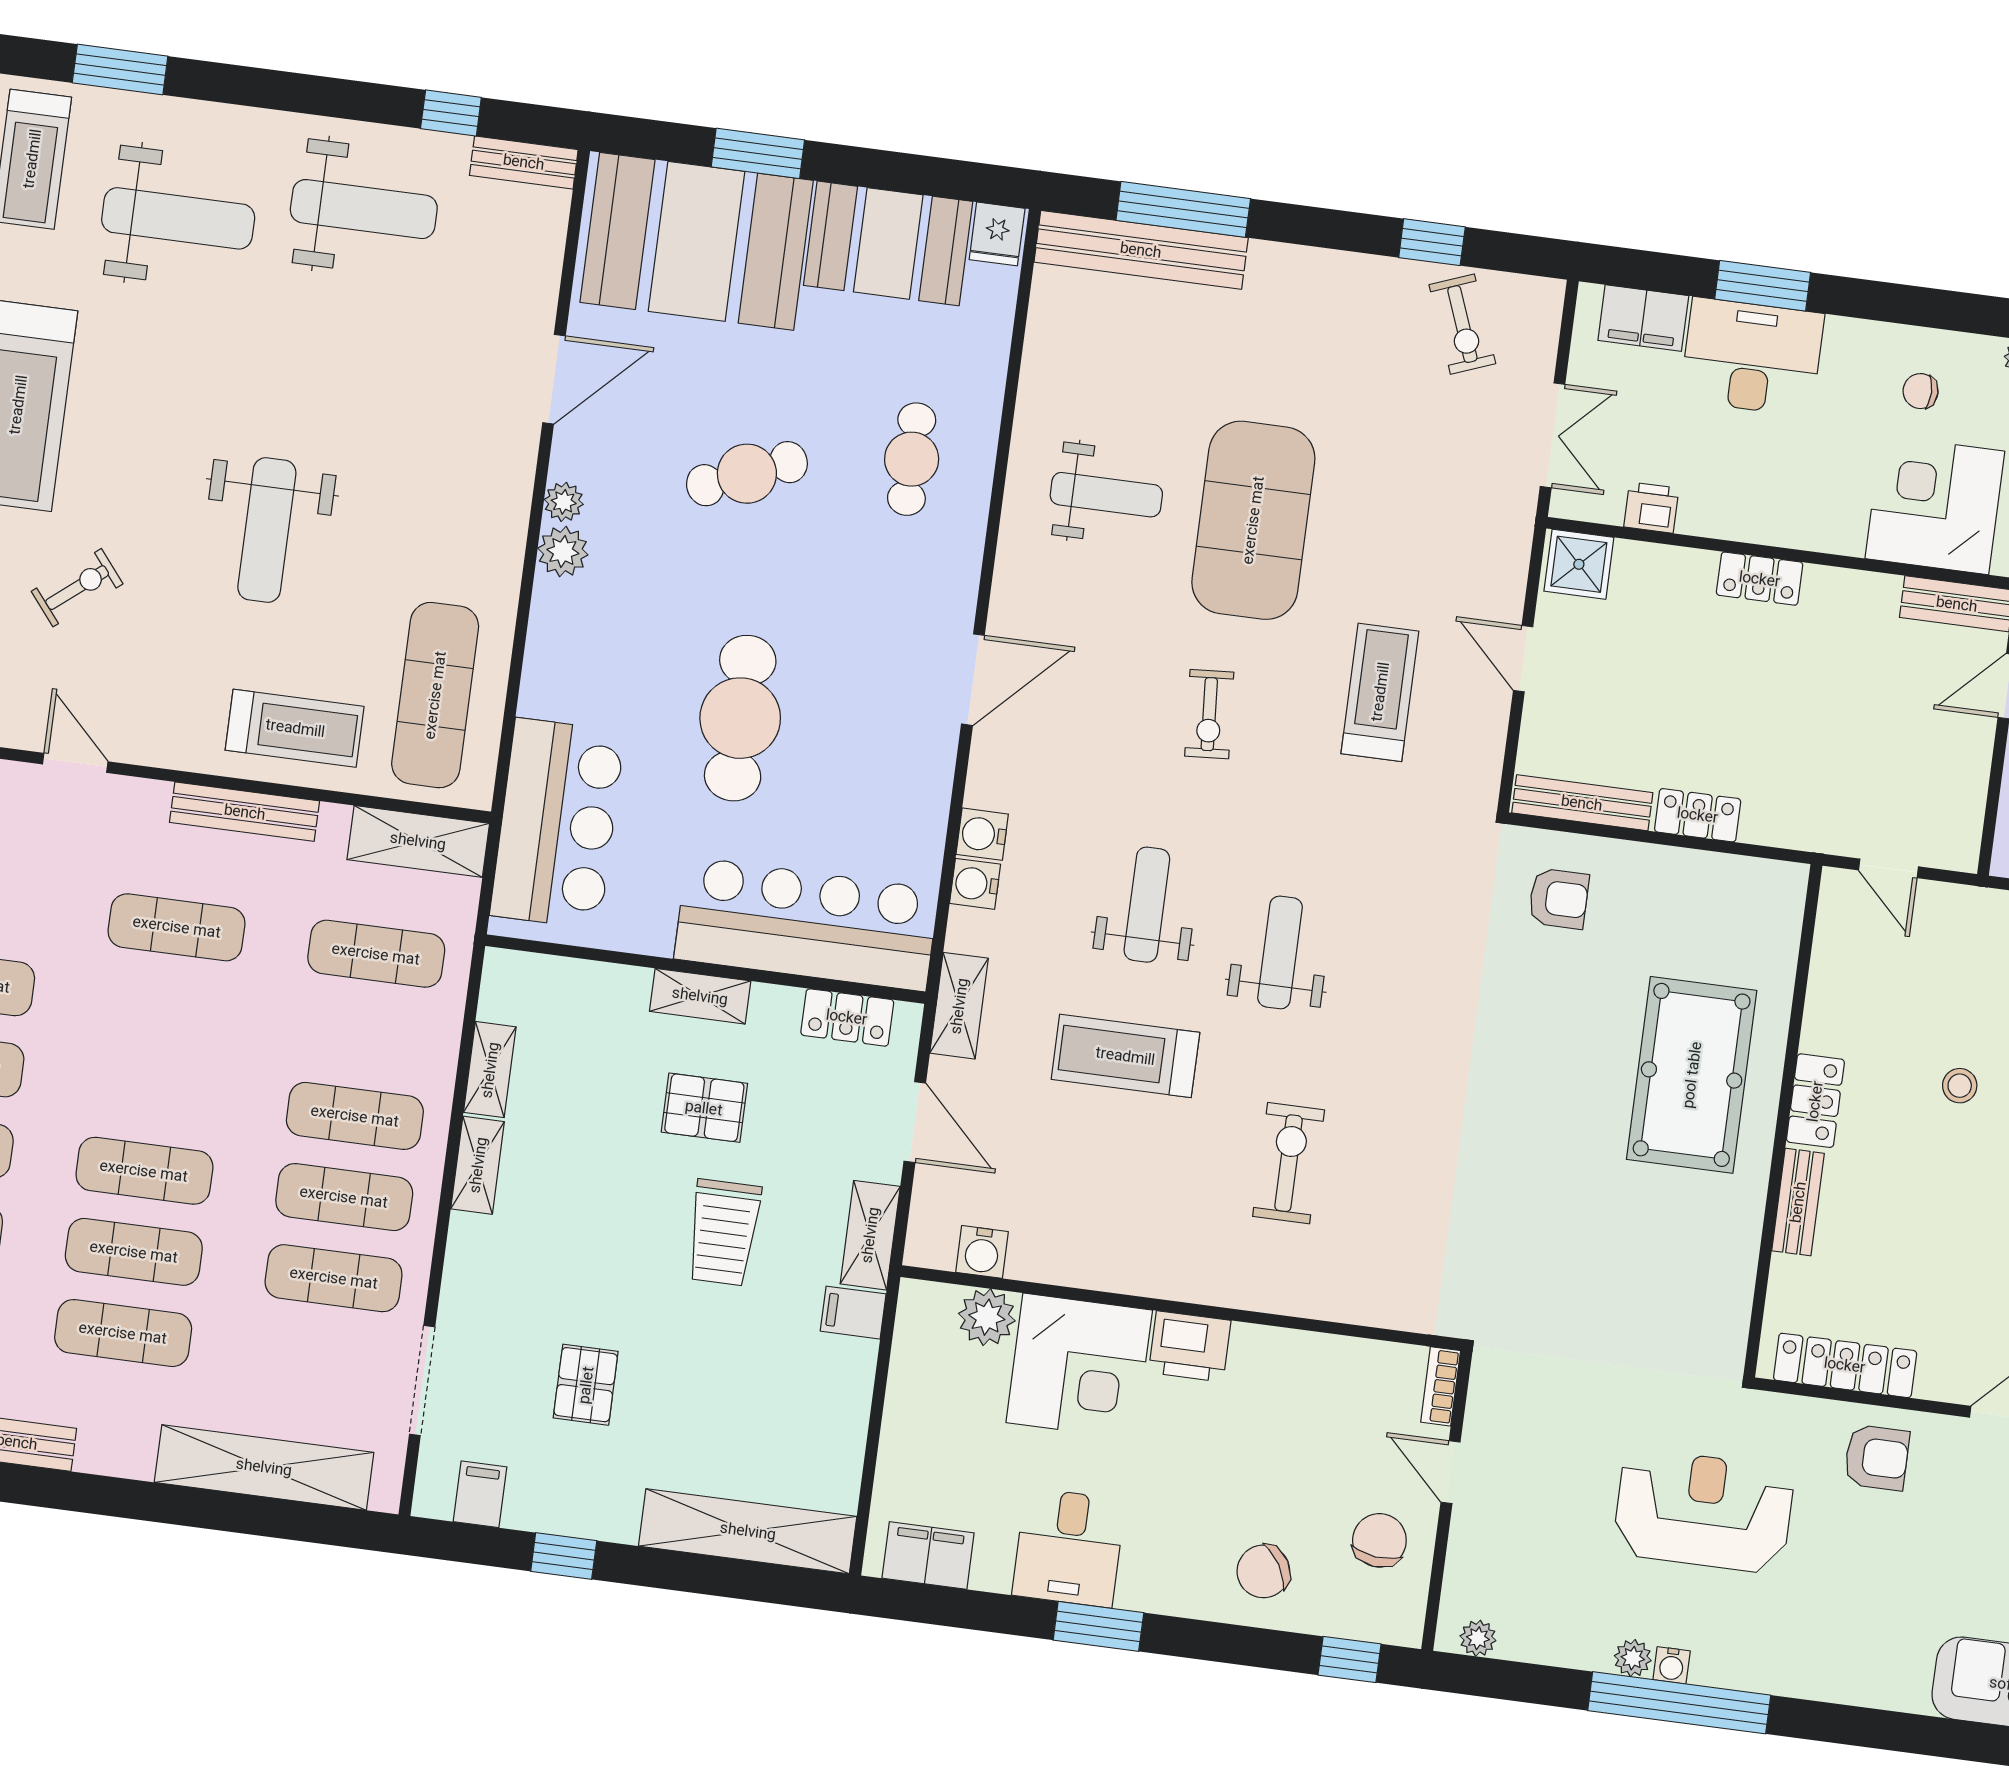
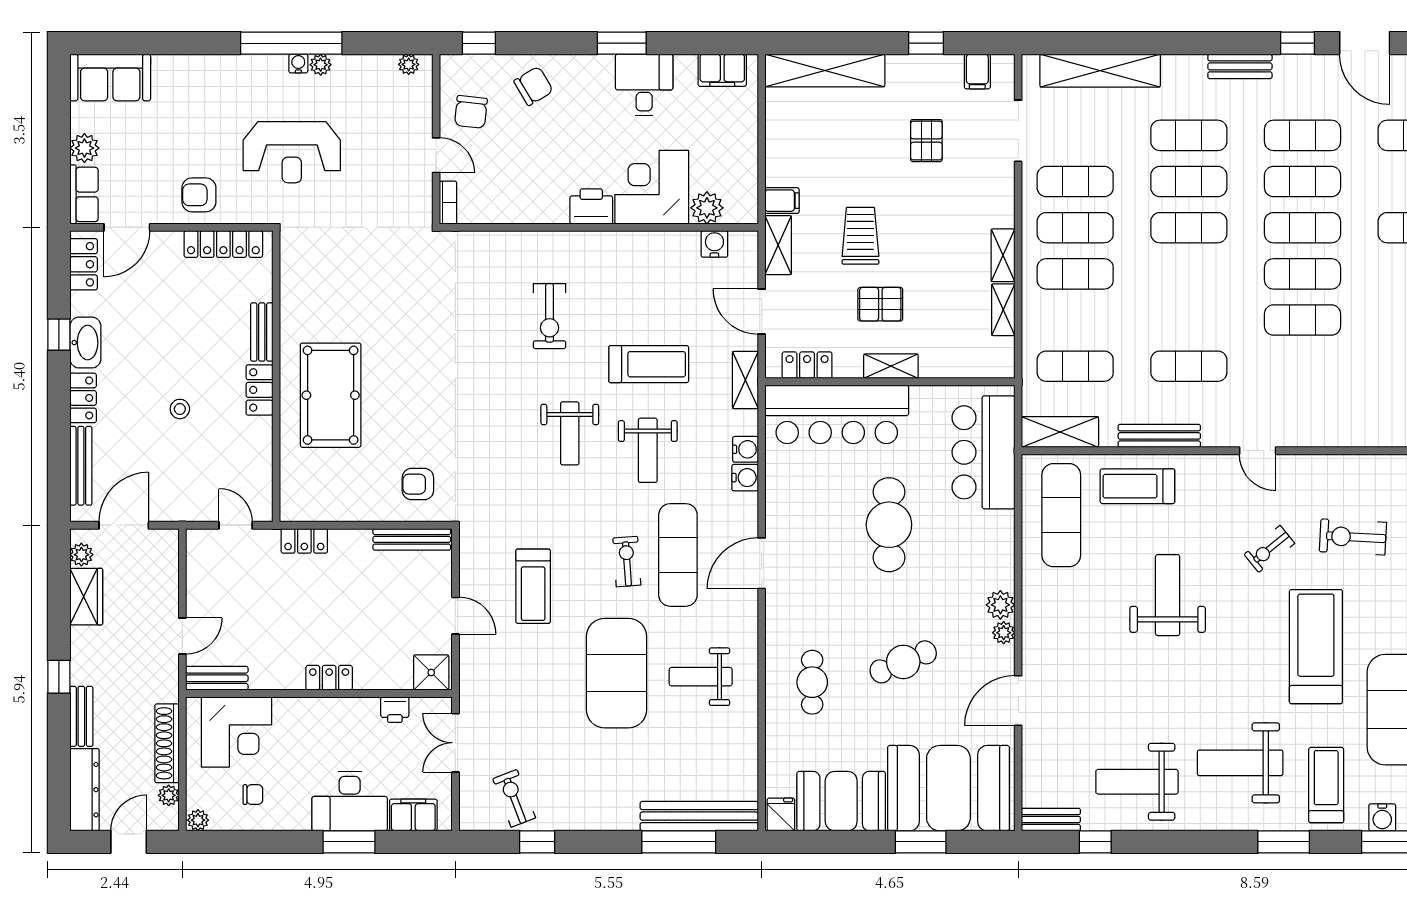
exercise mat: (1118, 714) -> (678, 555), added
locker: (1698, 815) -> (304, 541), moved

